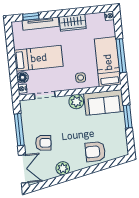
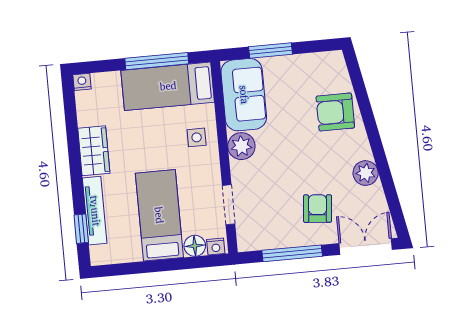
armchair: (95, 152) -> (335, 112), turned 90

